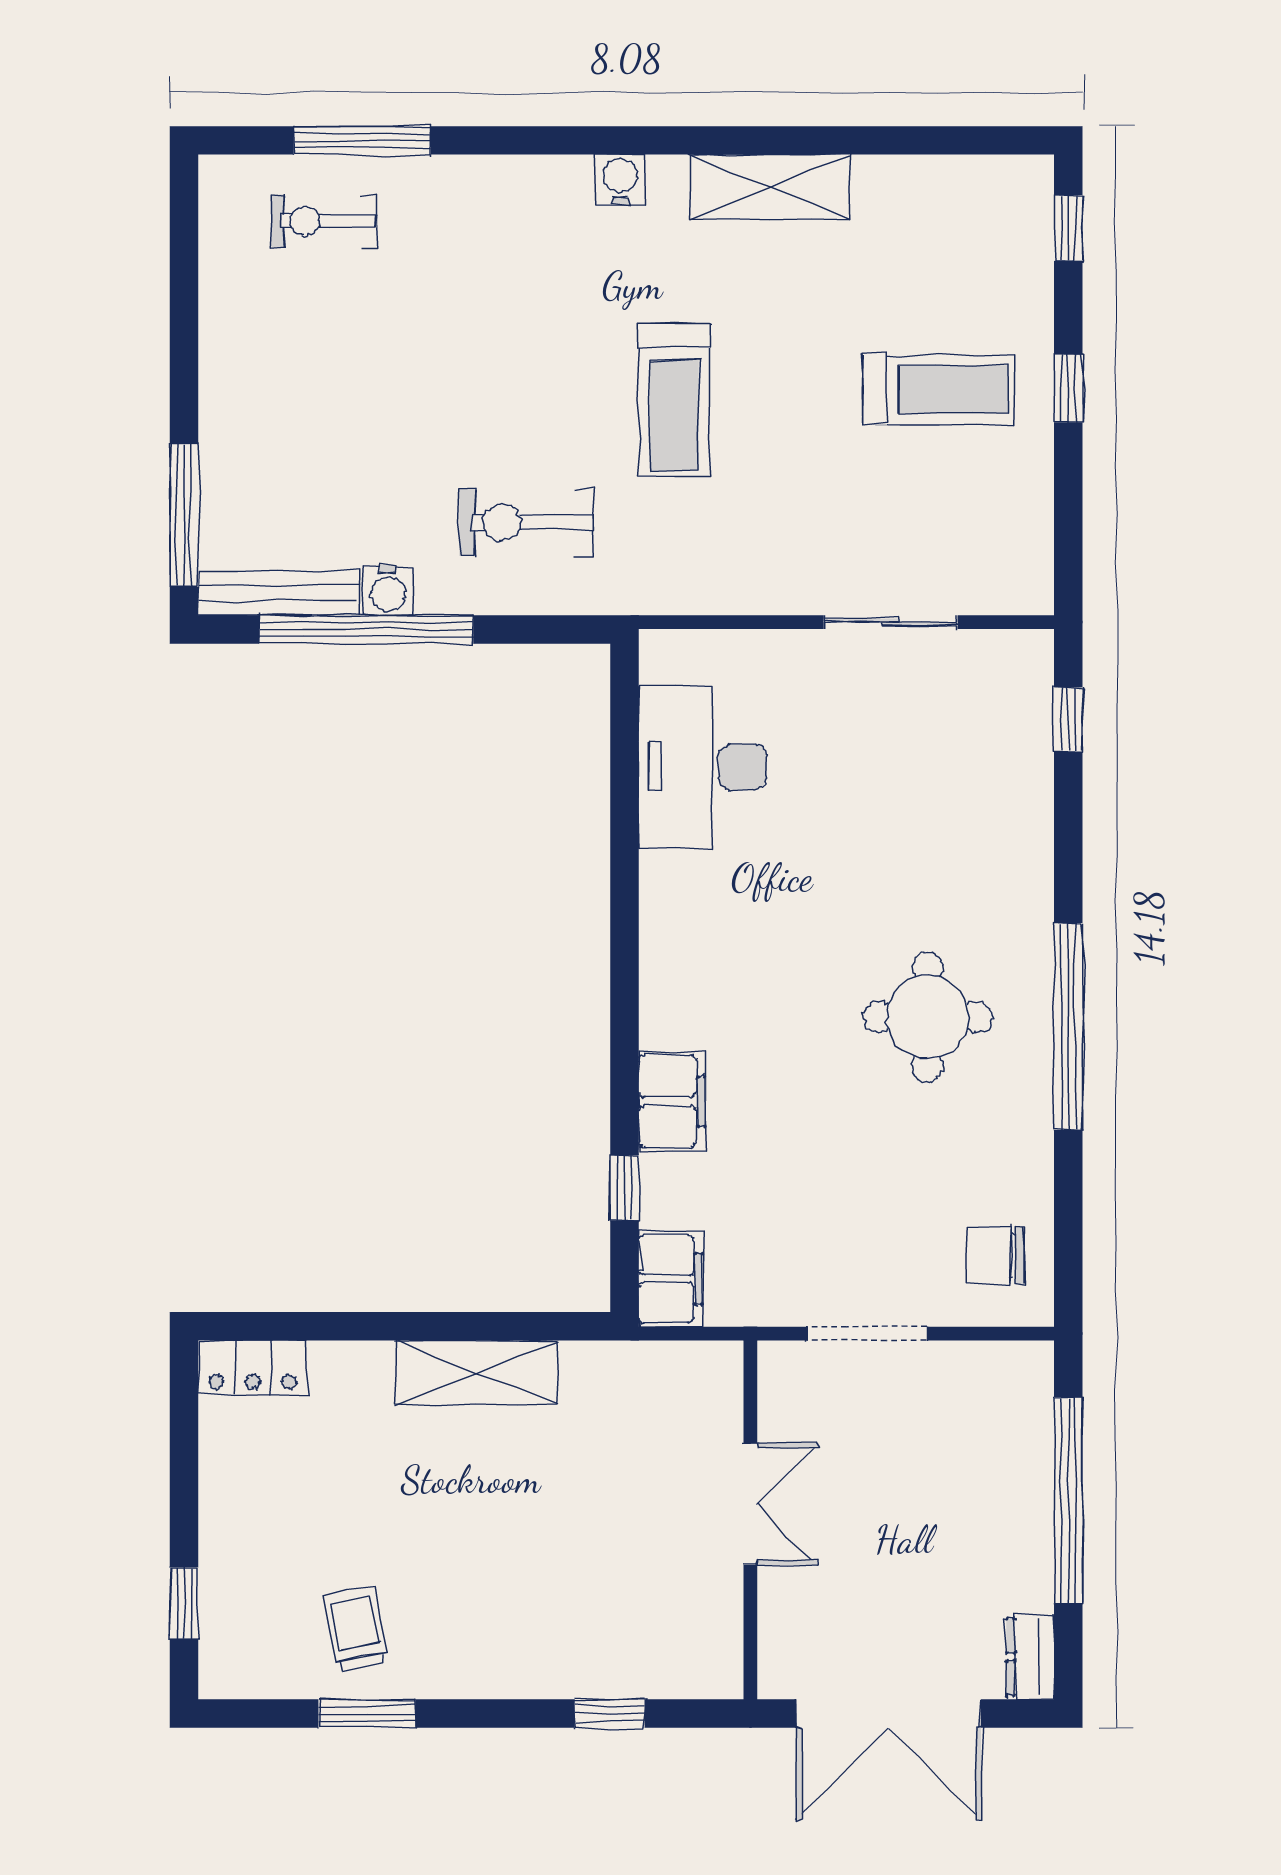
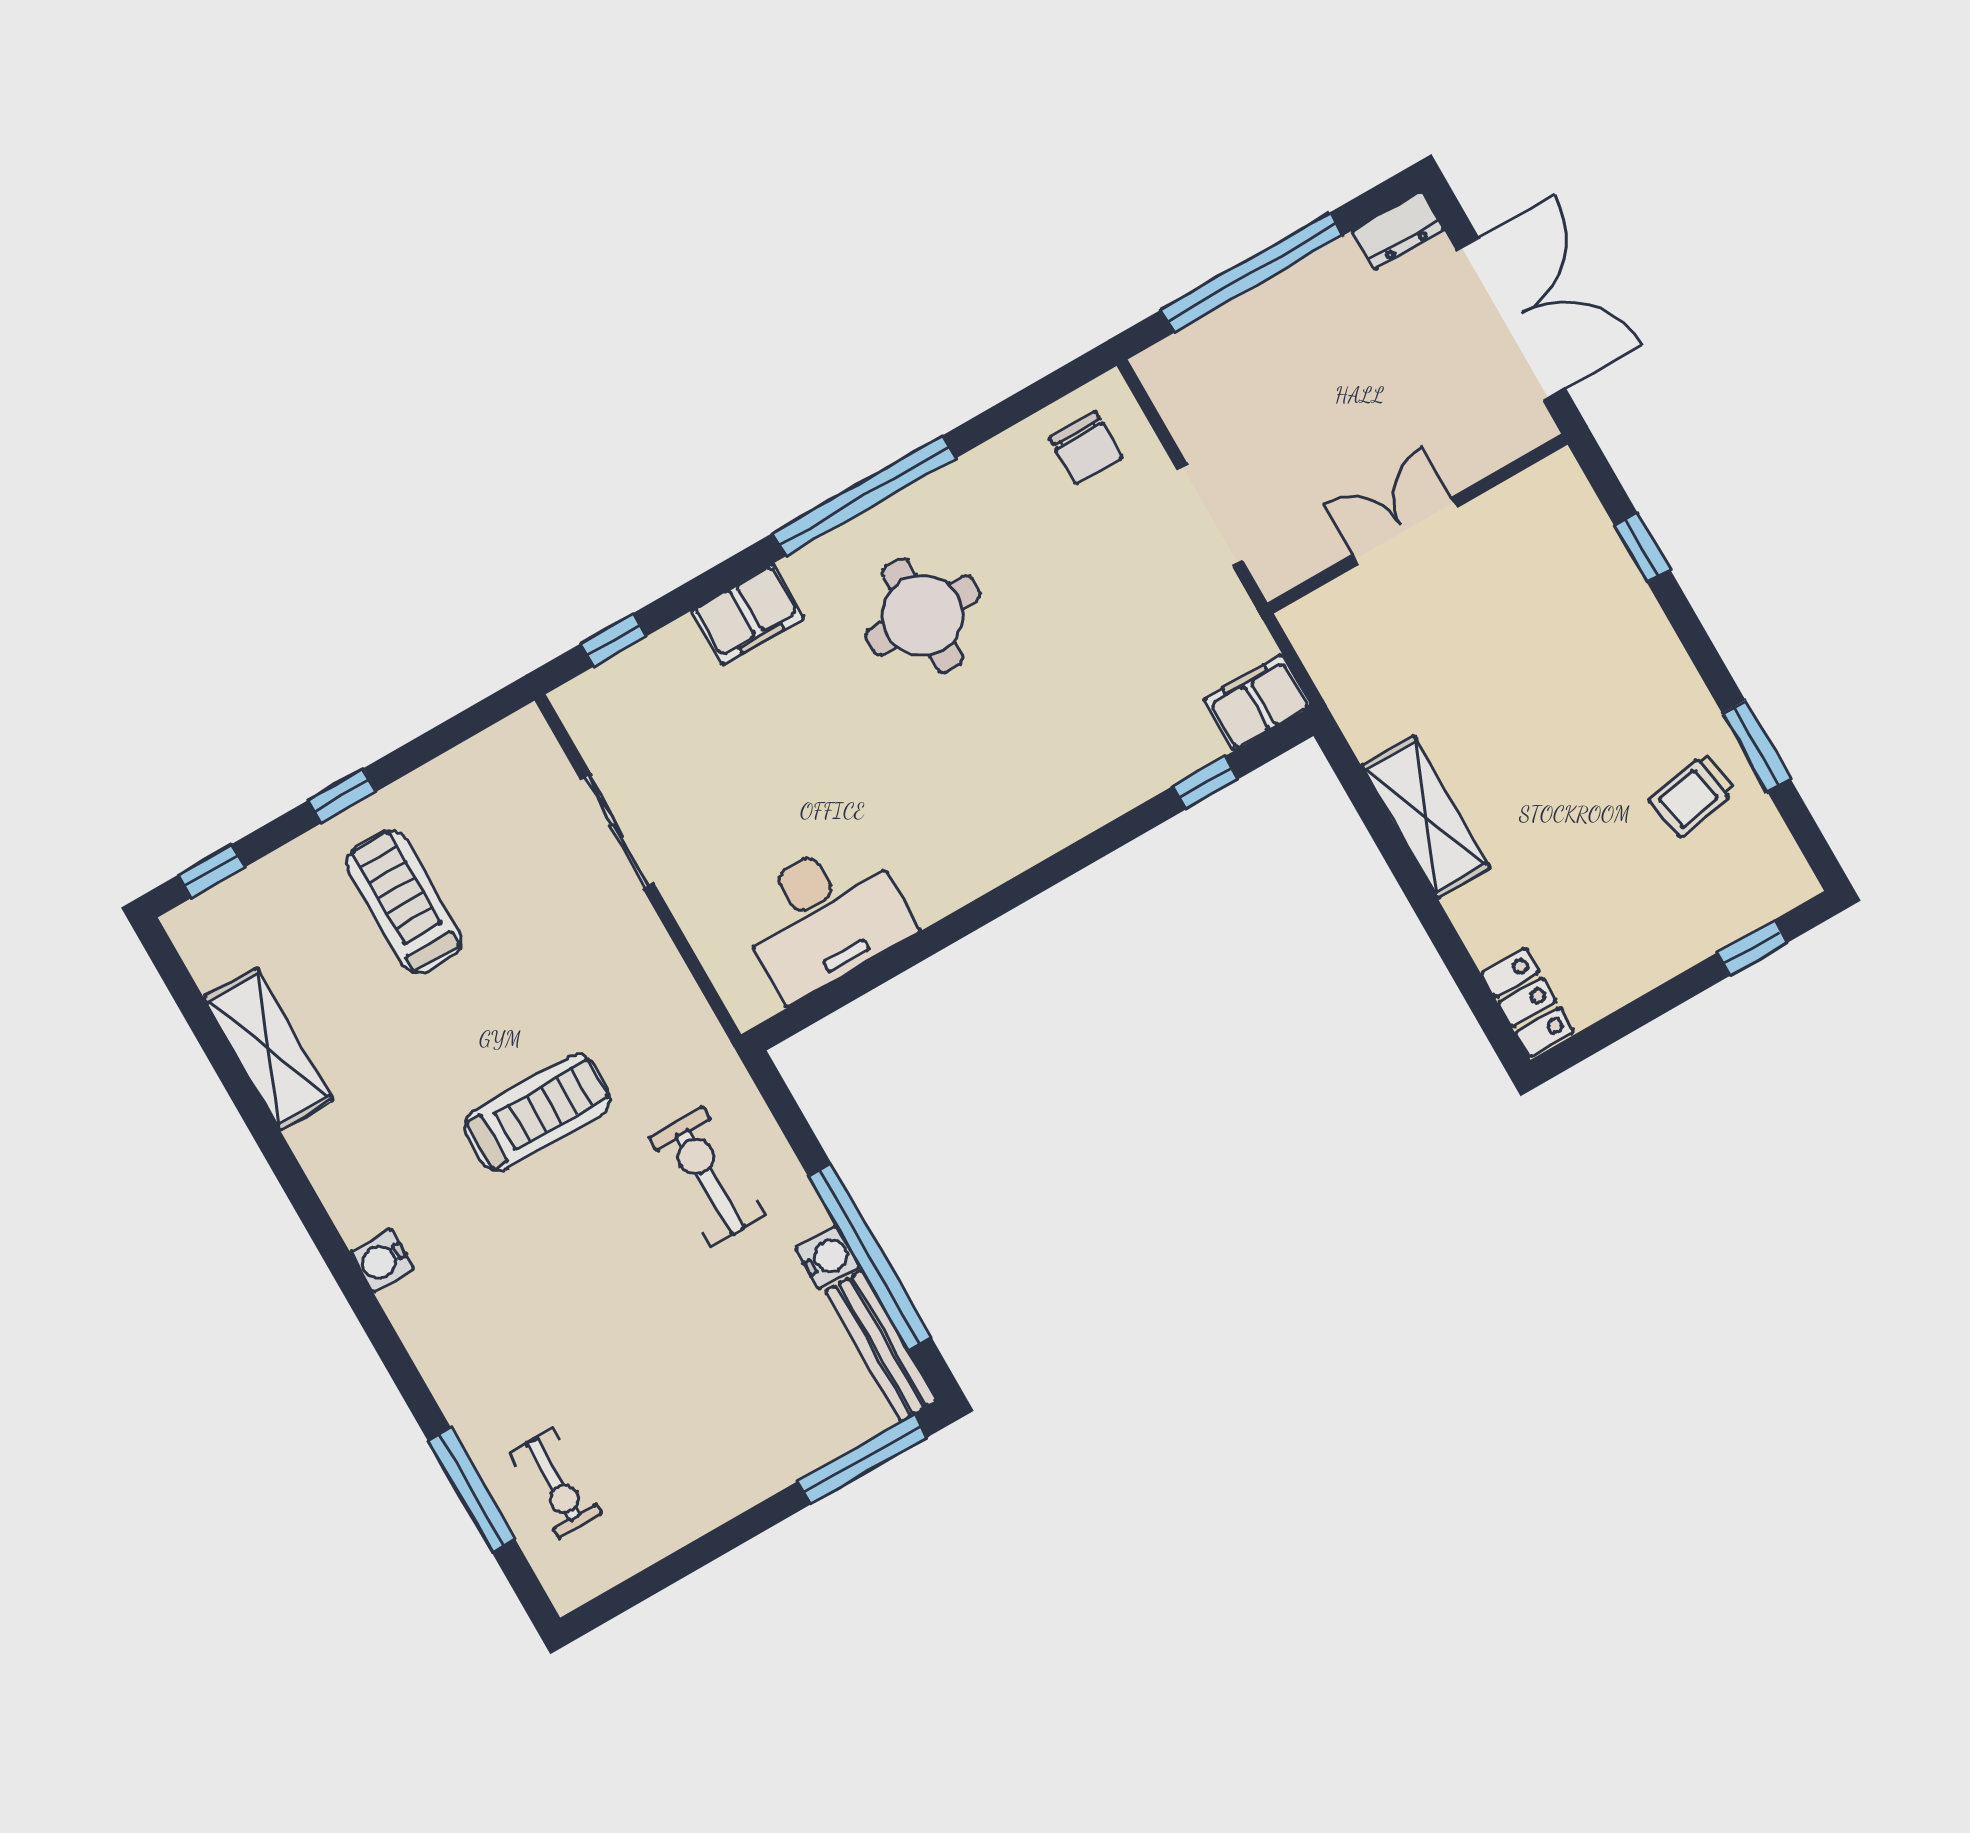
shelving: (770, 187) -> (268, 1049), moved
exercise bike: (526, 522) -> (707, 1176), turned 180
filing cabinet: (672, 1101) -> (748, 614), moved, turned 180

